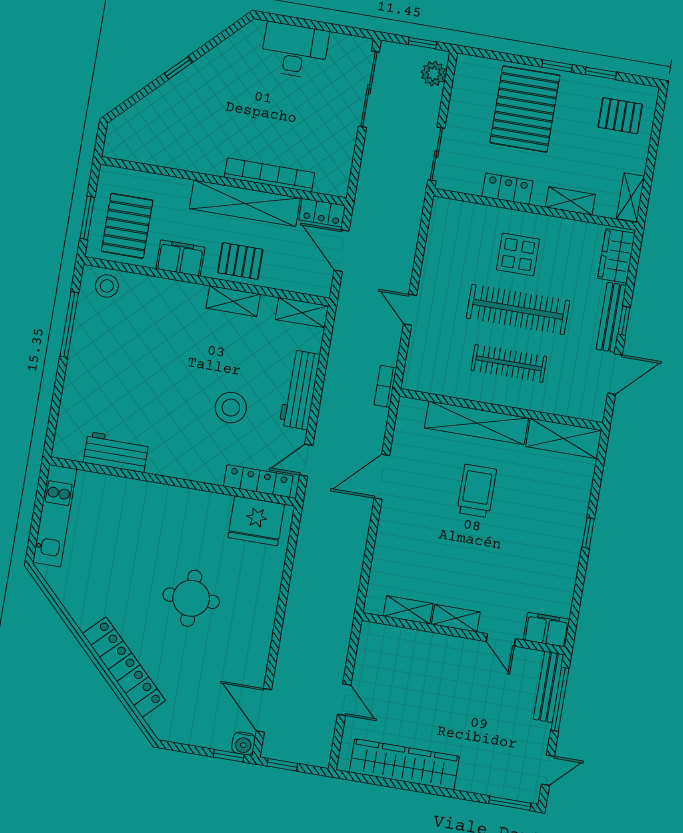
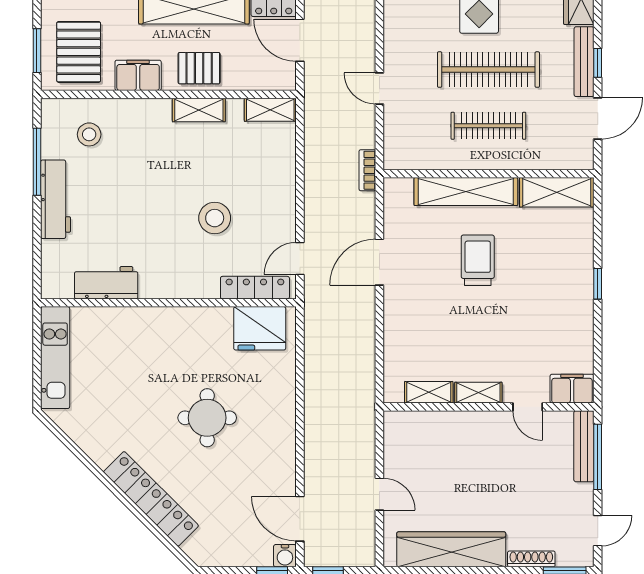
stool: (107, 286) -> (89, 134), moved
workbench: (300, 390) -> (56, 199), moved, turned 180
shoe rack: (480, 787) -> (531, 559), added

